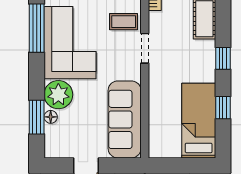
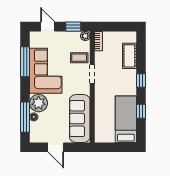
window: (37, 117) -> (25, 117), width x1.44

